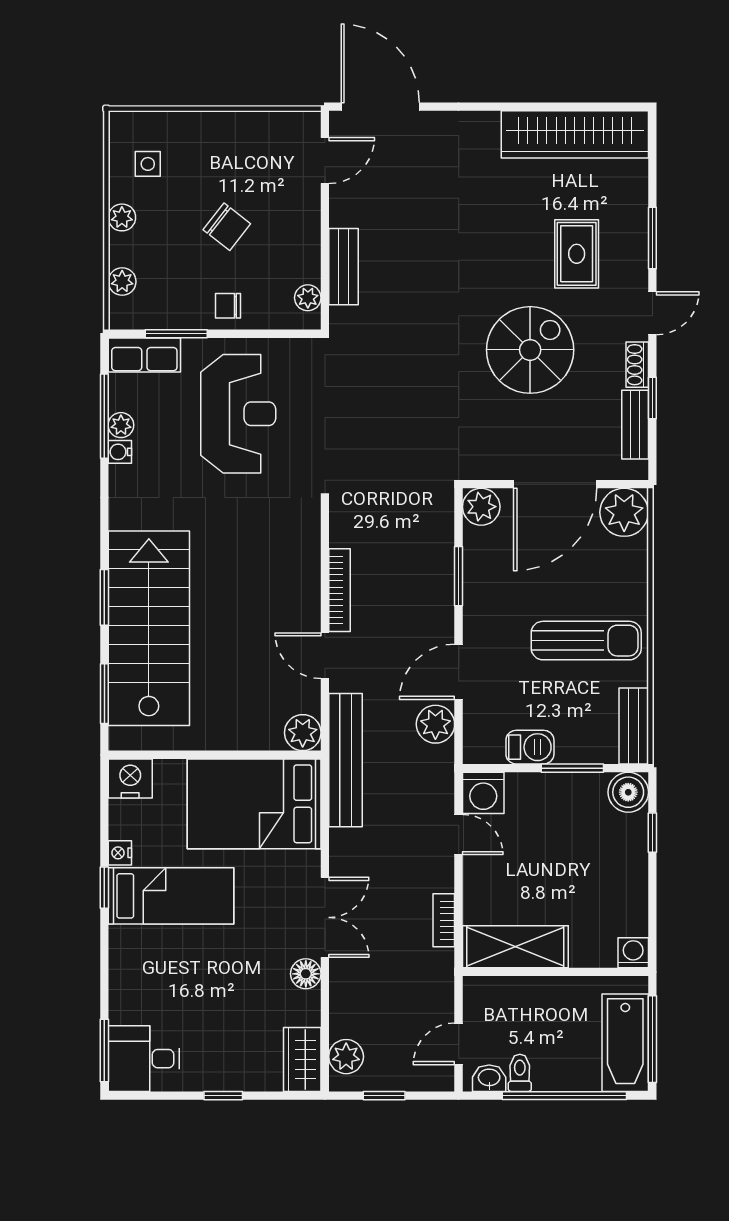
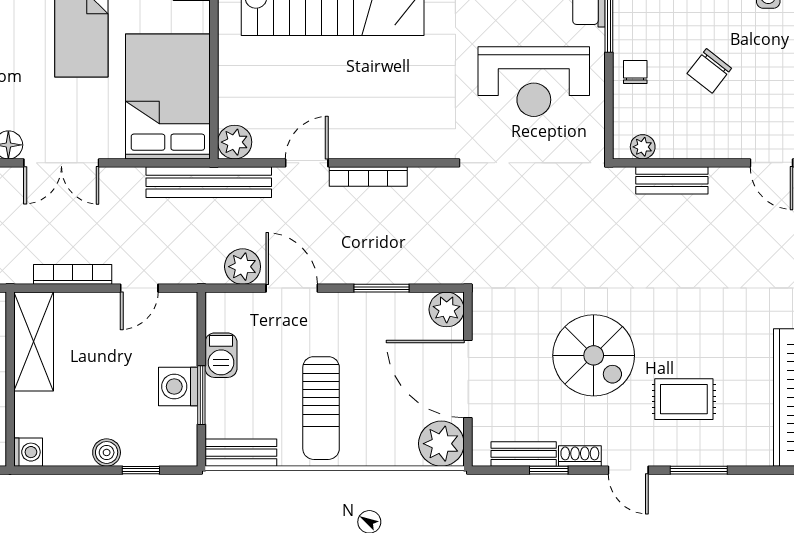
boiler: (628, 792) -> (107, 452), moved, width x0.73, depth x0.73
washing machine: (483, 793) -> (178, 387), moved
bookcase: (444, 920) -> (73, 274), width x1.56

